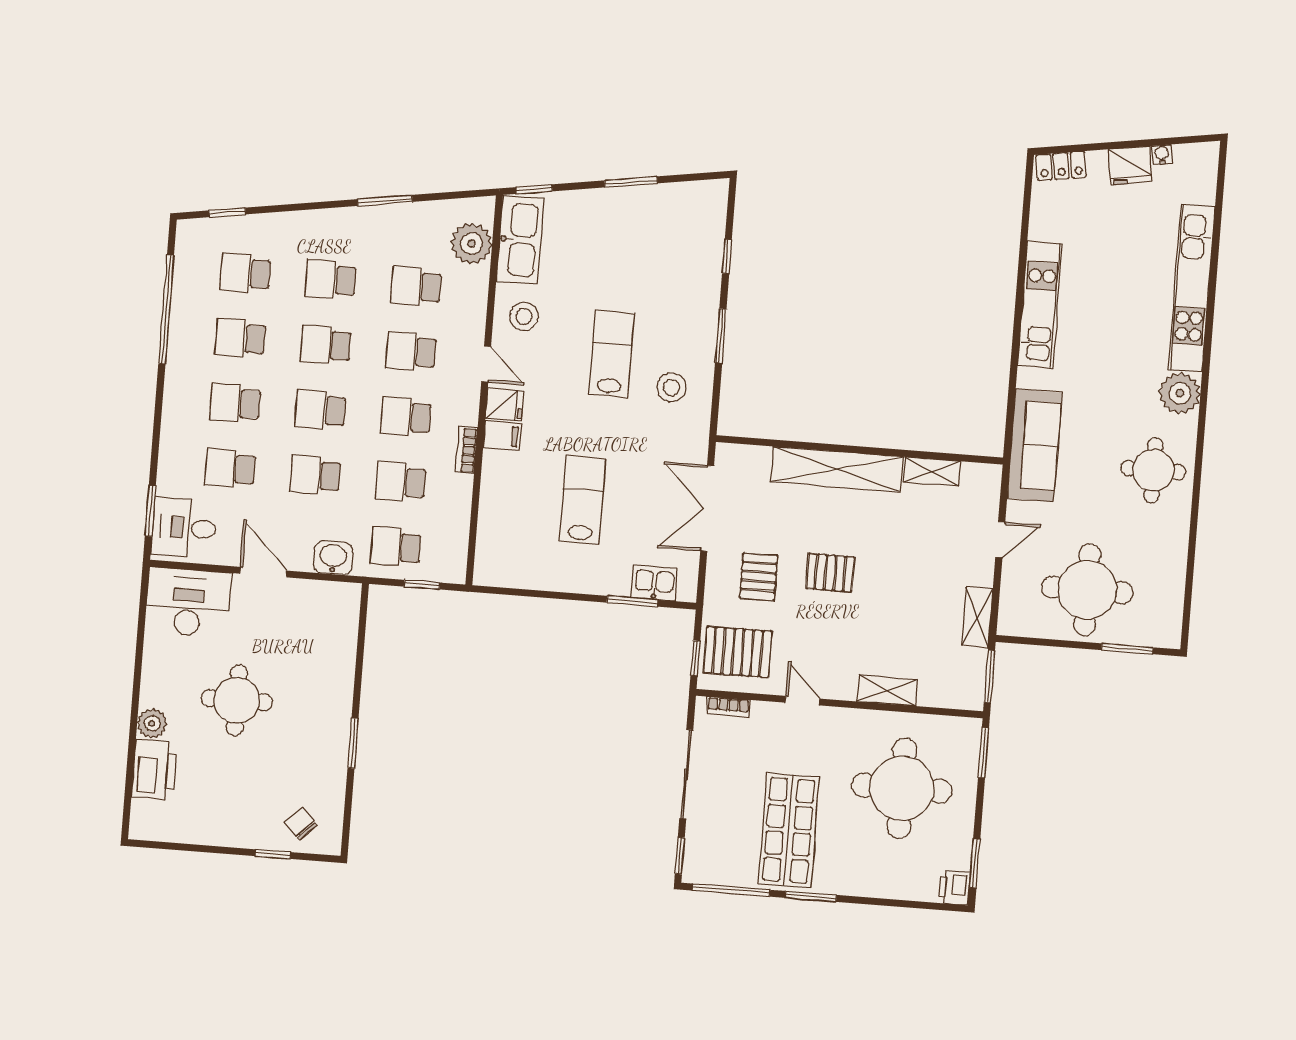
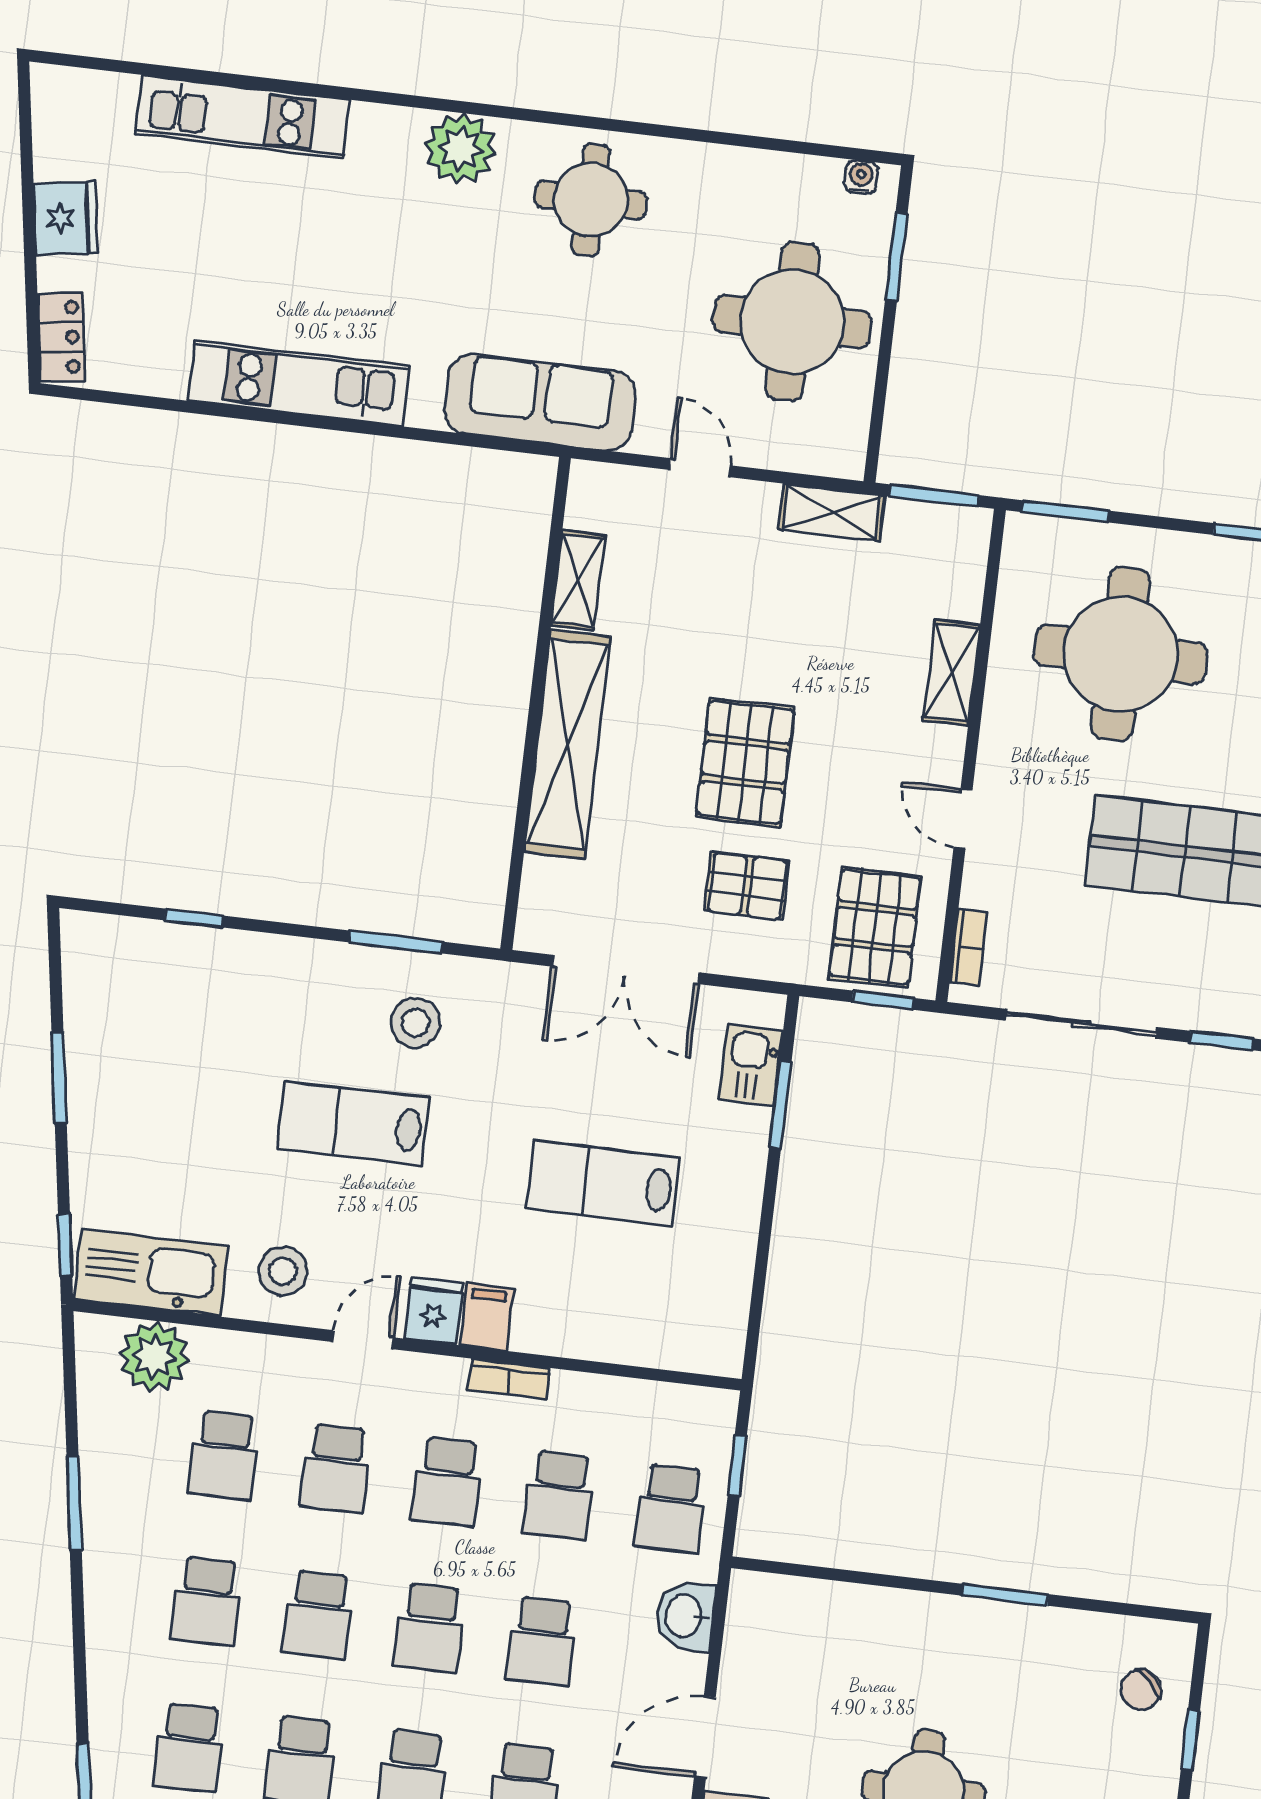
water cooler: (1162, 155) -> (861, 177), moved, turned 99
kitchen unit: (1192, 288) -> (243, 117), width x0.73
window: (721, 336) -> (396, 942), moved
pallet: (830, 573) -> (745, 762), width x1.50, depth x1.42
door: (803, 701) -> (963, 819), hinge flipped

